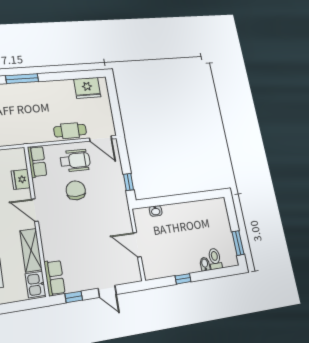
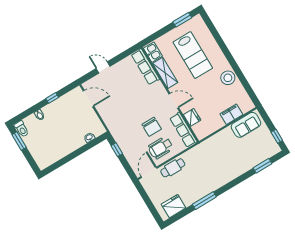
window: (22, 79) -> (204, 201), moved
door: (101, 138) -> (149, 172), hinge flipped
row of seats: (37, 162) -> (183, 130), width x1.48
door: (137, 245) -> (88, 99), moved
toilet: (215, 259) -> (22, 129), moved
row of seats: (54, 278) -> (145, 67), width x1.48
window: (74, 297) -> (124, 55), removed

